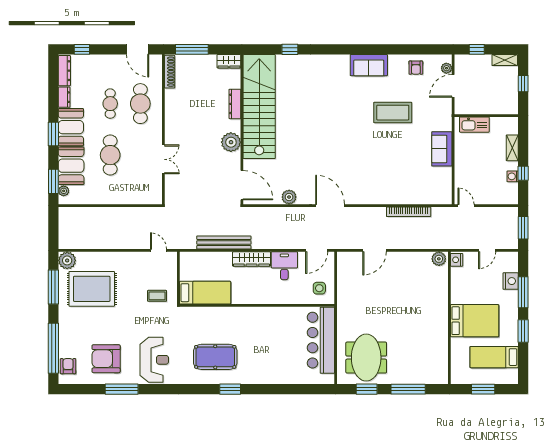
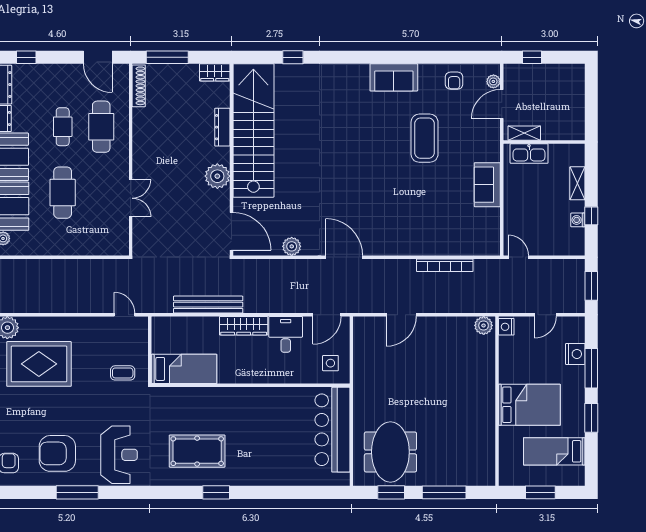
shelving: (505, 60) -> (524, 133), moved
window: (523, 84) -> (591, 101), removed
coffee table: (393, 113) -> (425, 138), turned 90

